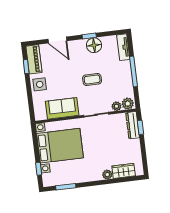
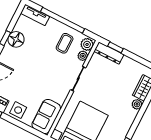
window: (134, 71) -> (62, 20), width x1.46
coffee table: (92, 79) -> (65, 43), moved
sofa: (62, 108) -> (46, 116), moved

